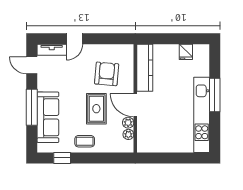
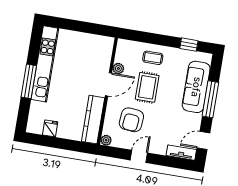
door: (74, 39) -> (139, 156), moved
door: (32, 65) -> (203, 140), swing flipped
door: (135, 105) -> (108, 84), hinge flipped
plant: (128, 134) -> (106, 140), moved
coffee table: (85, 141) -> (153, 58), moved

